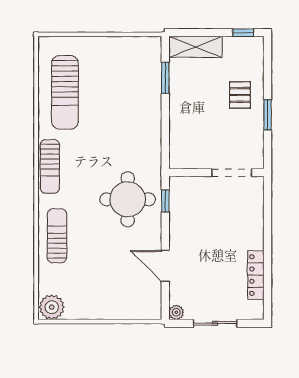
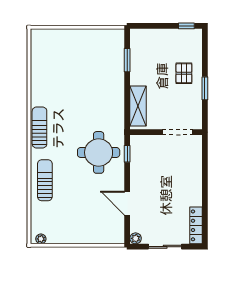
shelving: (195, 47) -> (138, 106), moved, turned 90
sun lounger: (65, 92) -> (51, 71), removed
sun lounger: (50, 166) -> (39, 127), turned 180
locker: (256, 275) -> (196, 225), moved
plant: (52, 307) -> (41, 239), width x0.53, depth x0.53

